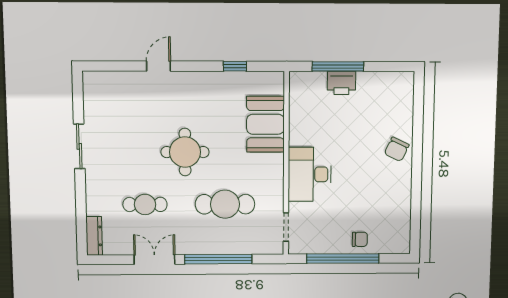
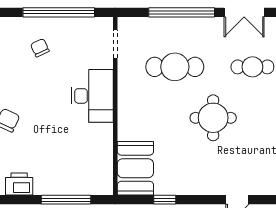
printer: (342, 83) -> (19, 184), moved
booth: (265, 124) -> (135, 168), moved
chair: (360, 239) -> (40, 48), moved, turned 65

